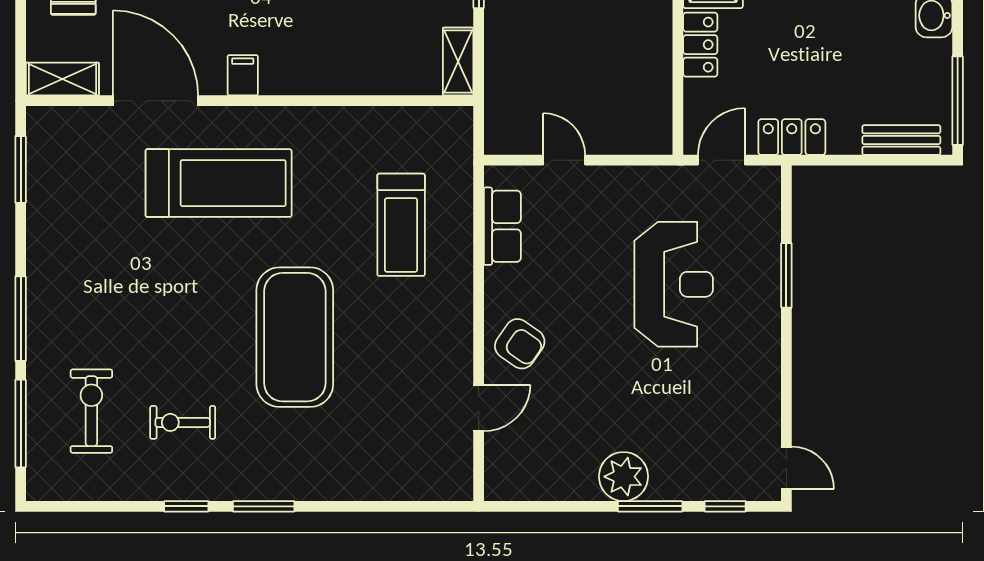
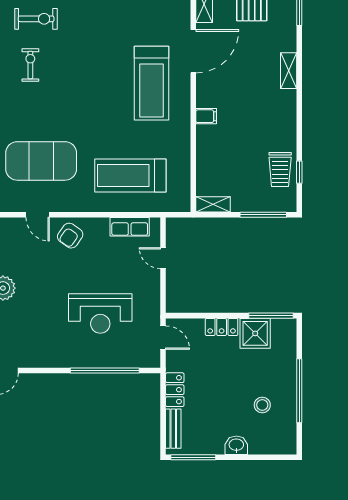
filing cabinet: (243, 75) -> (206, 116), moved
locker: (792, 137) -> (175, 390), moved
door: (564, 160) -> (163, 258), swing flipped
treadmill: (401, 225) -> (130, 176), width x1.37, depth x1.38
window: (786, 275) -> (105, 371), width x2.11
exercise mat: (295, 337) -> (41, 161), moved

